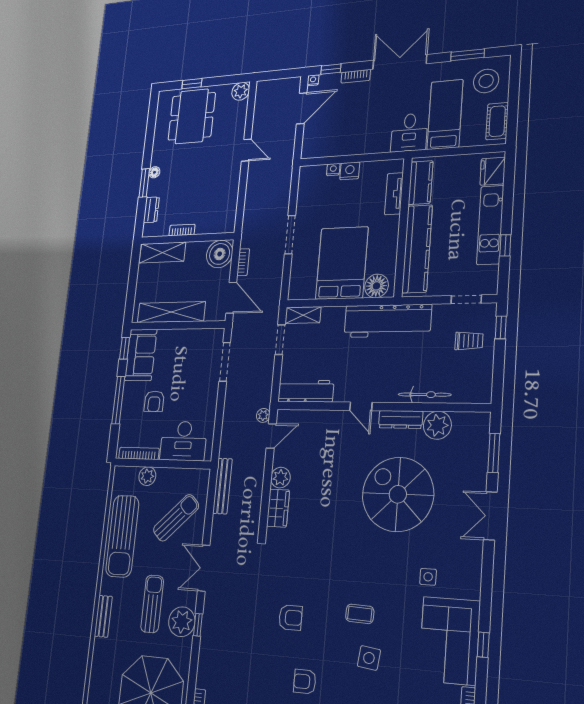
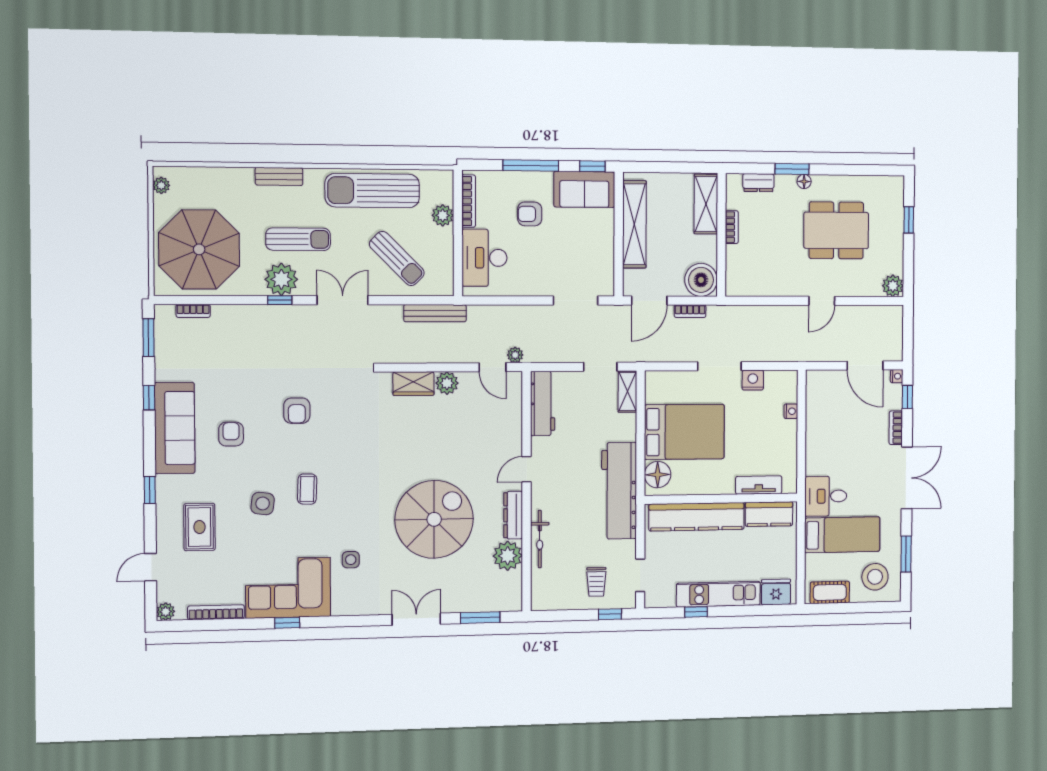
dining table: (192, 116) -> (836, 230), moved
nightstand: (350, 171) -> (753, 380), moved, turned -90

